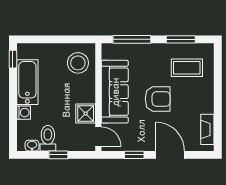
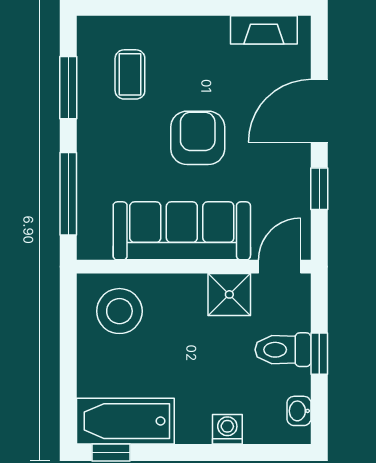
coffee table: (187, 68) -> (130, 74), width x0.73, depth x0.77
bathtub: (27, 82) -> (125, 421), moved
toilet: (48, 138) -> (283, 350), moved

